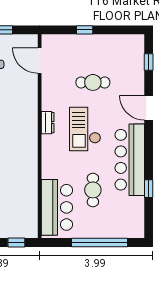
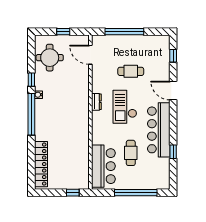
window: (85, 30) -> (124, 32), width x3.17

